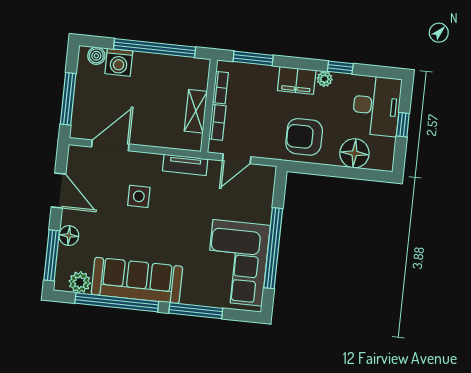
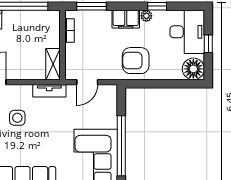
shelving: (196, 111) -> (53, 64), moved
bookcase: (217, 122) -> (70, 57), removed
floor lamp: (354, 153) -> (193, 69), moved

